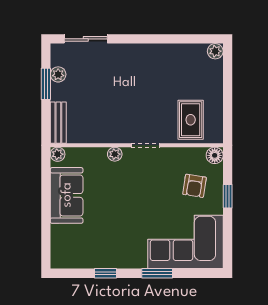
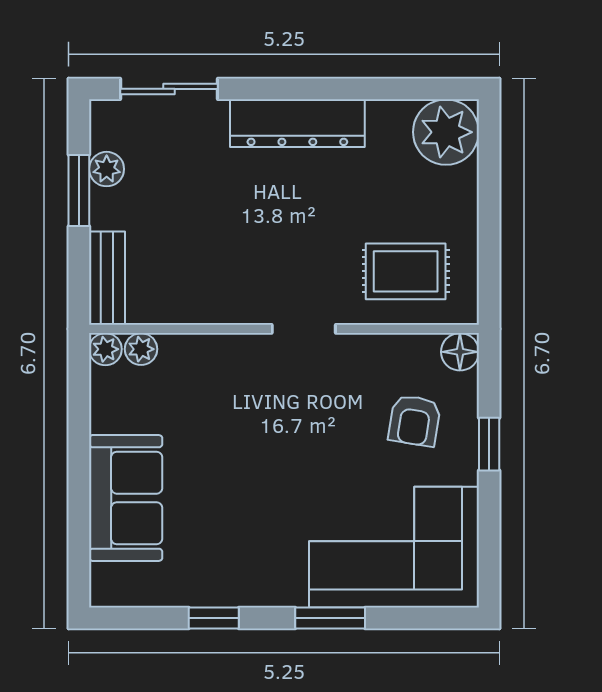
plant: (215, 51) -> (446, 132), width x1.88, depth x1.88
dresser: (143, 54) -> (297, 123), added
rug: (191, 120) -> (406, 271), turned 90
plant: (115, 154) -> (141, 349), moved
sofa: (67, 195) -> (126, 498), moved

